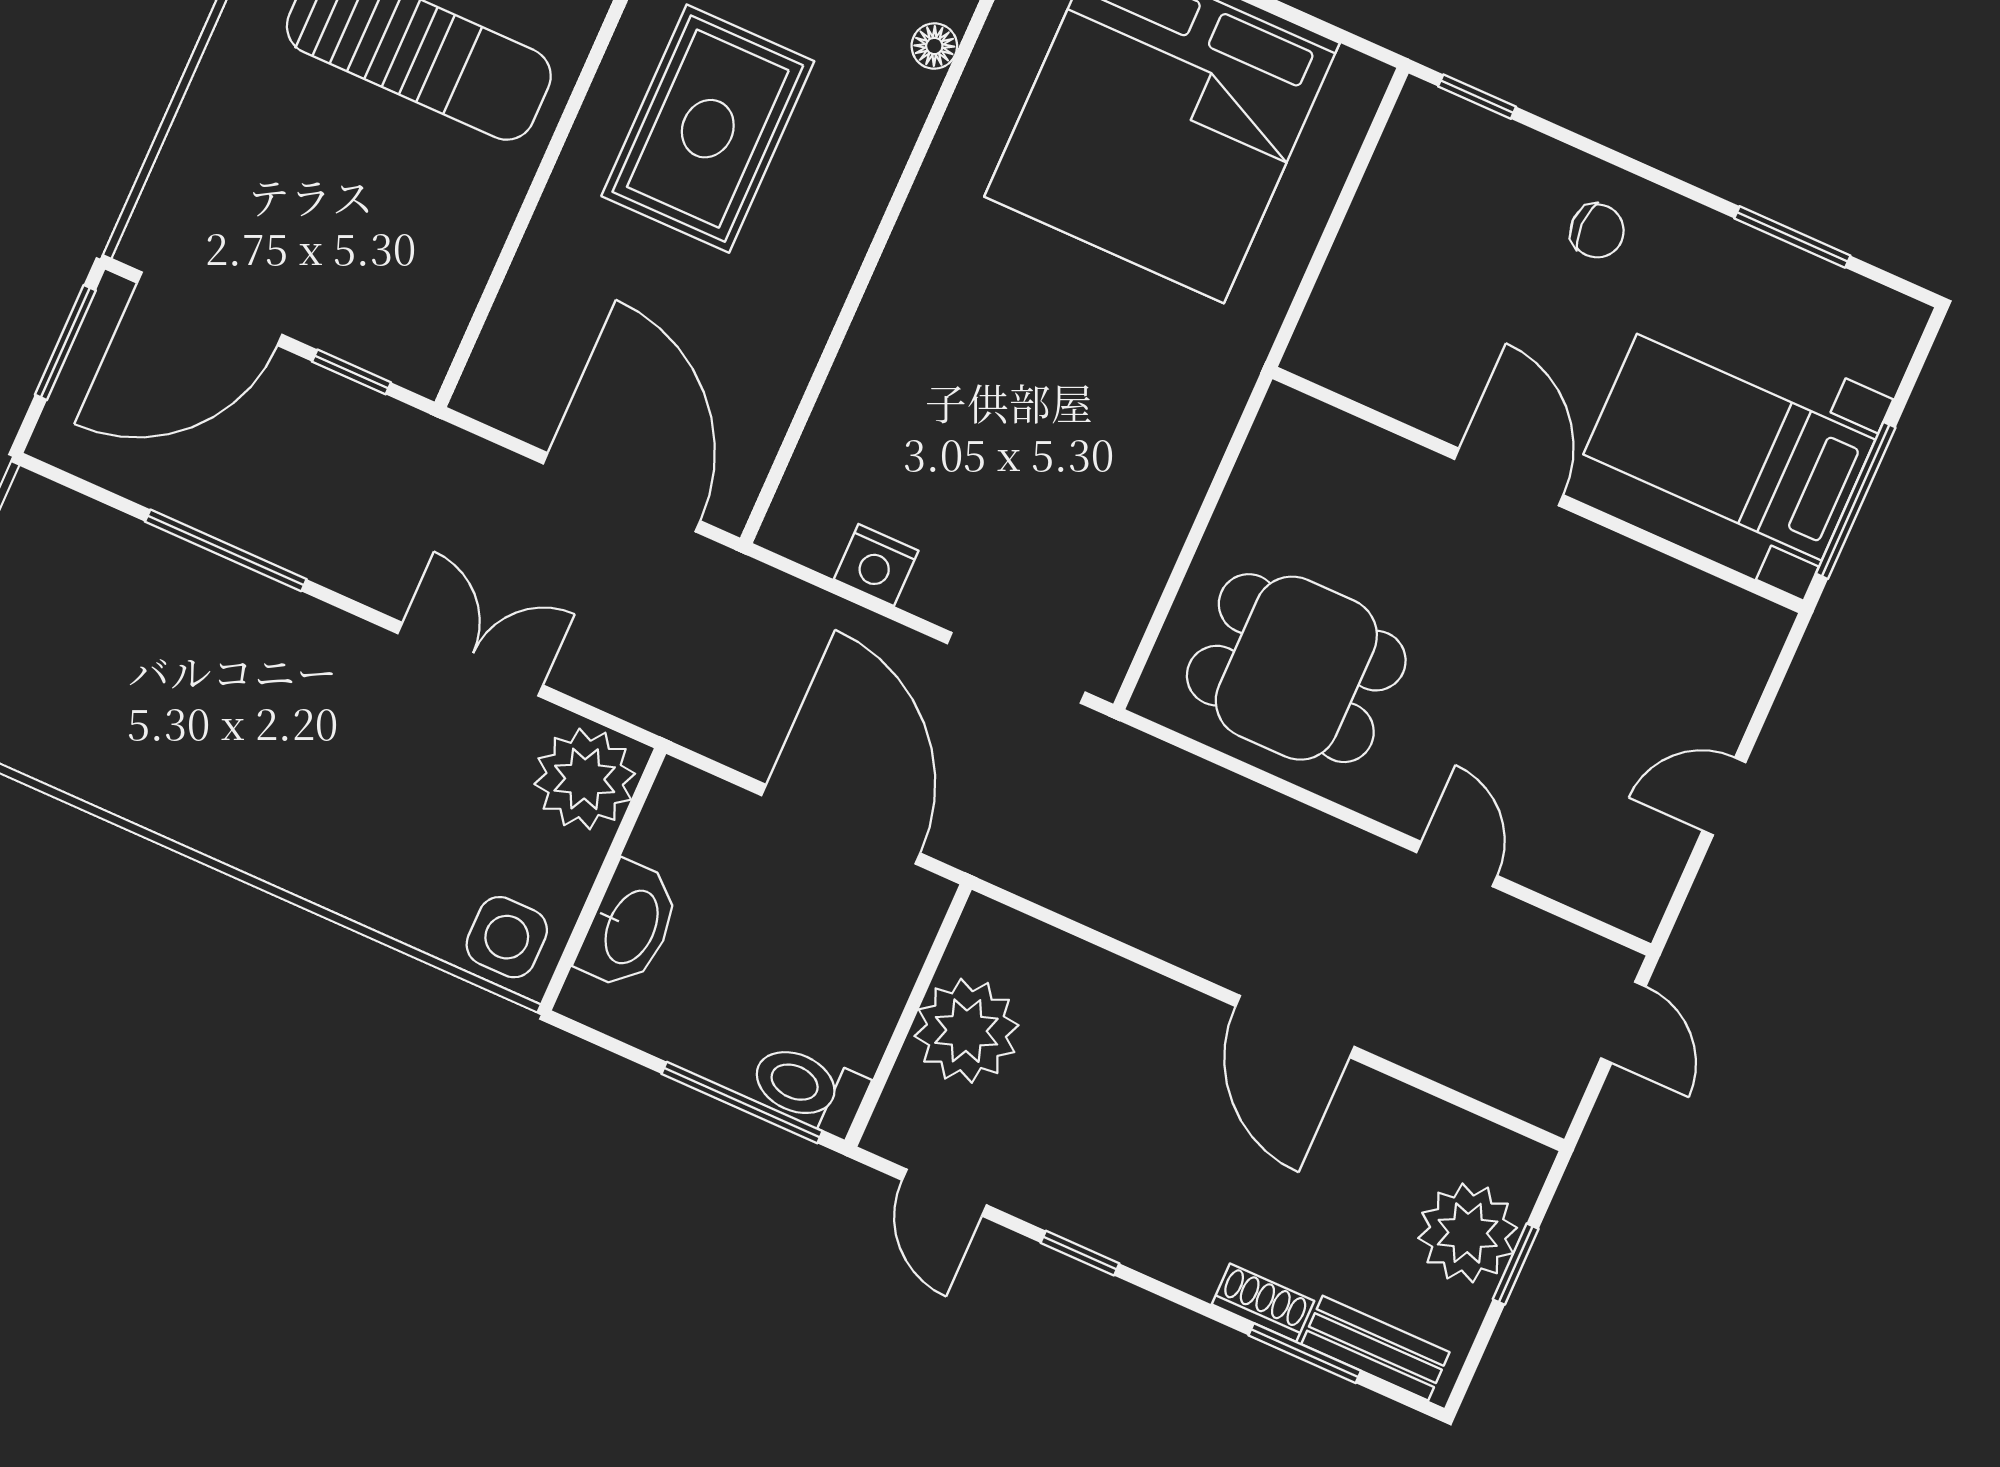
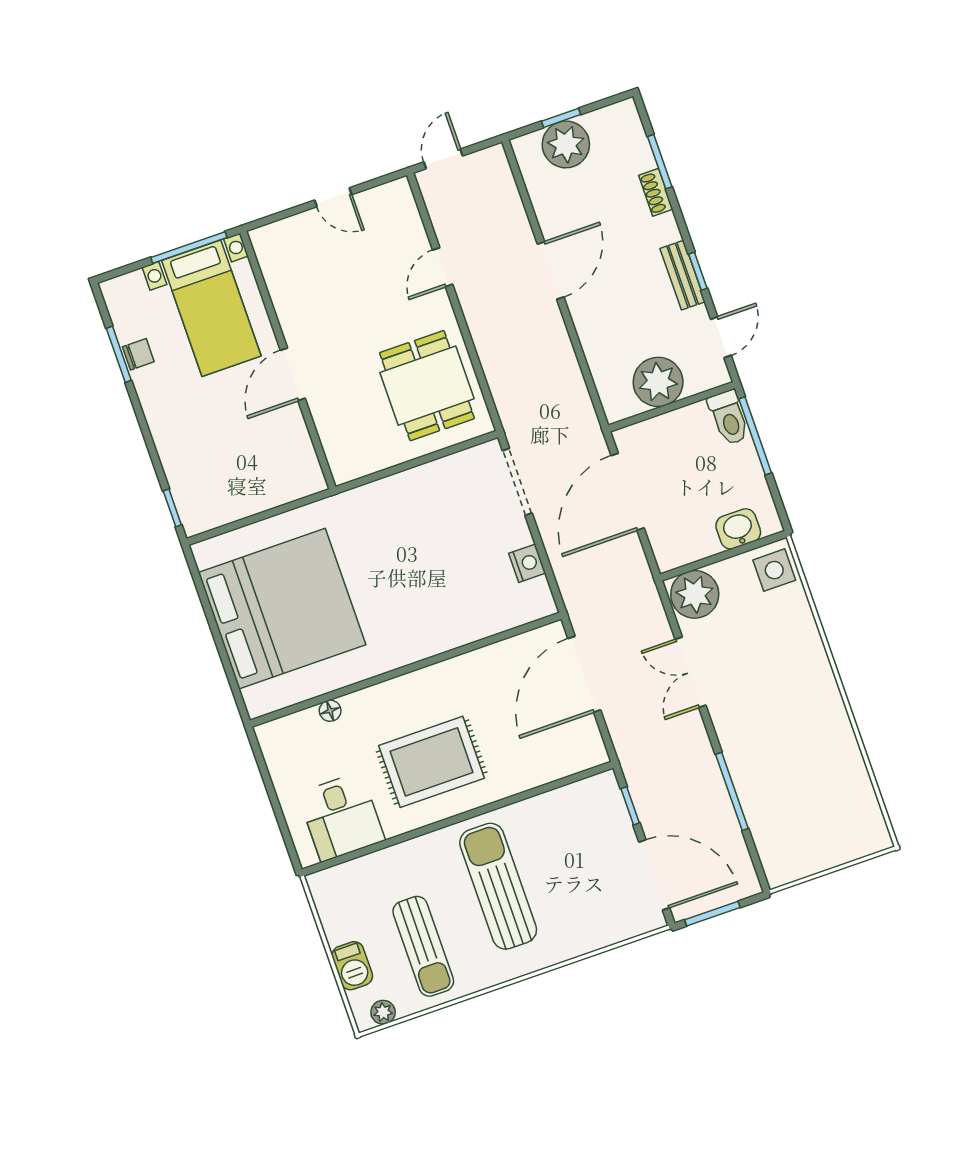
chair: (1597, 231) -> (138, 354), moved, turned 90
washbasin: (630, 926) -> (738, 529), width x0.72
bench: (1375, 1348) -> (683, 275), moved

